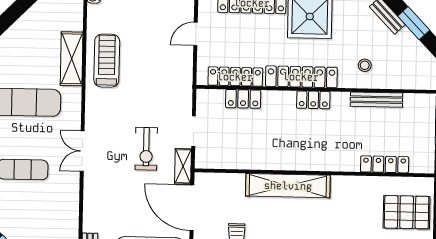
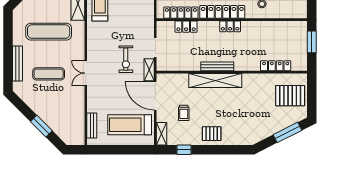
bench: (376, 100) -> (217, 66), moved
double door: (82, 151) -> (86, 73), moved

